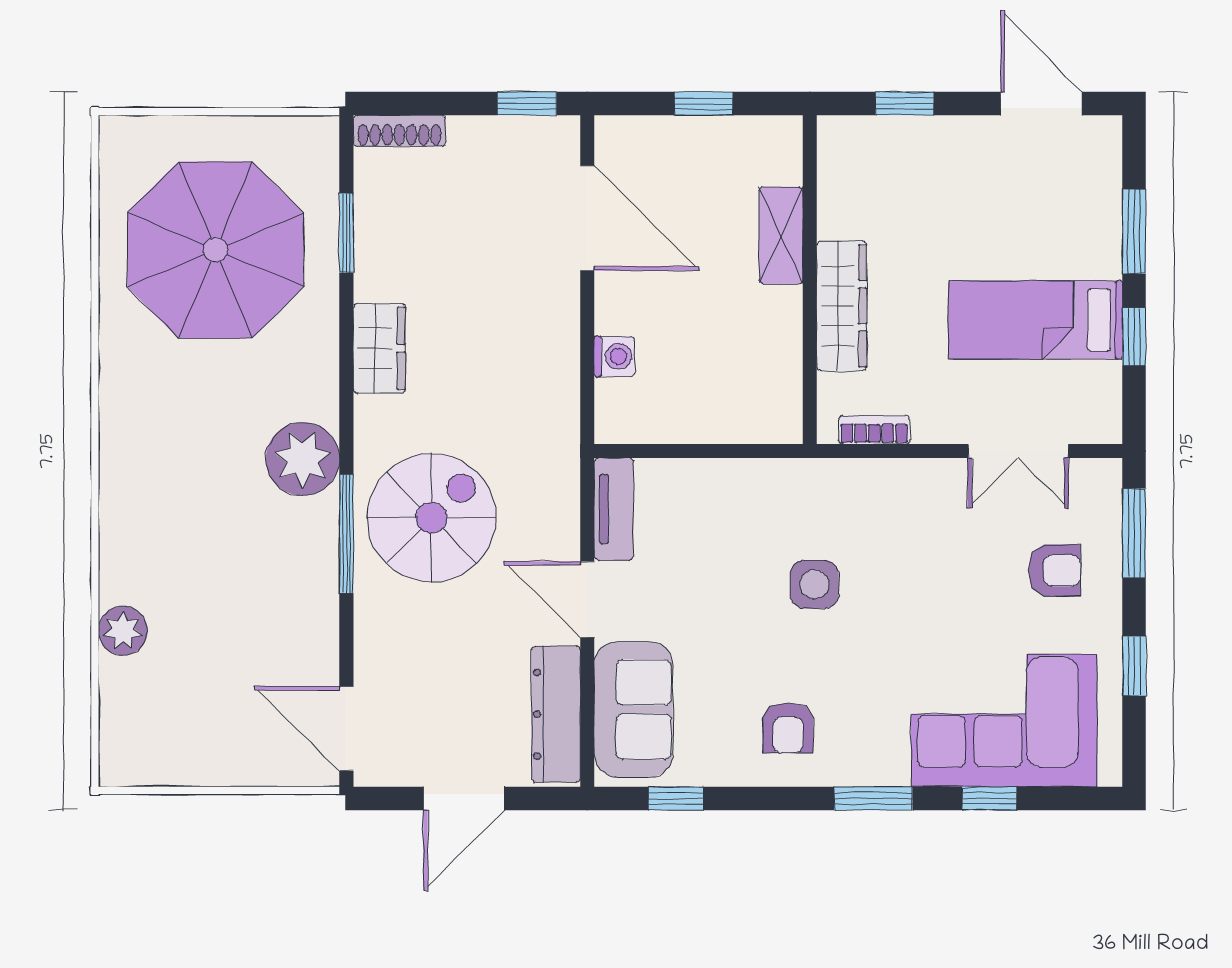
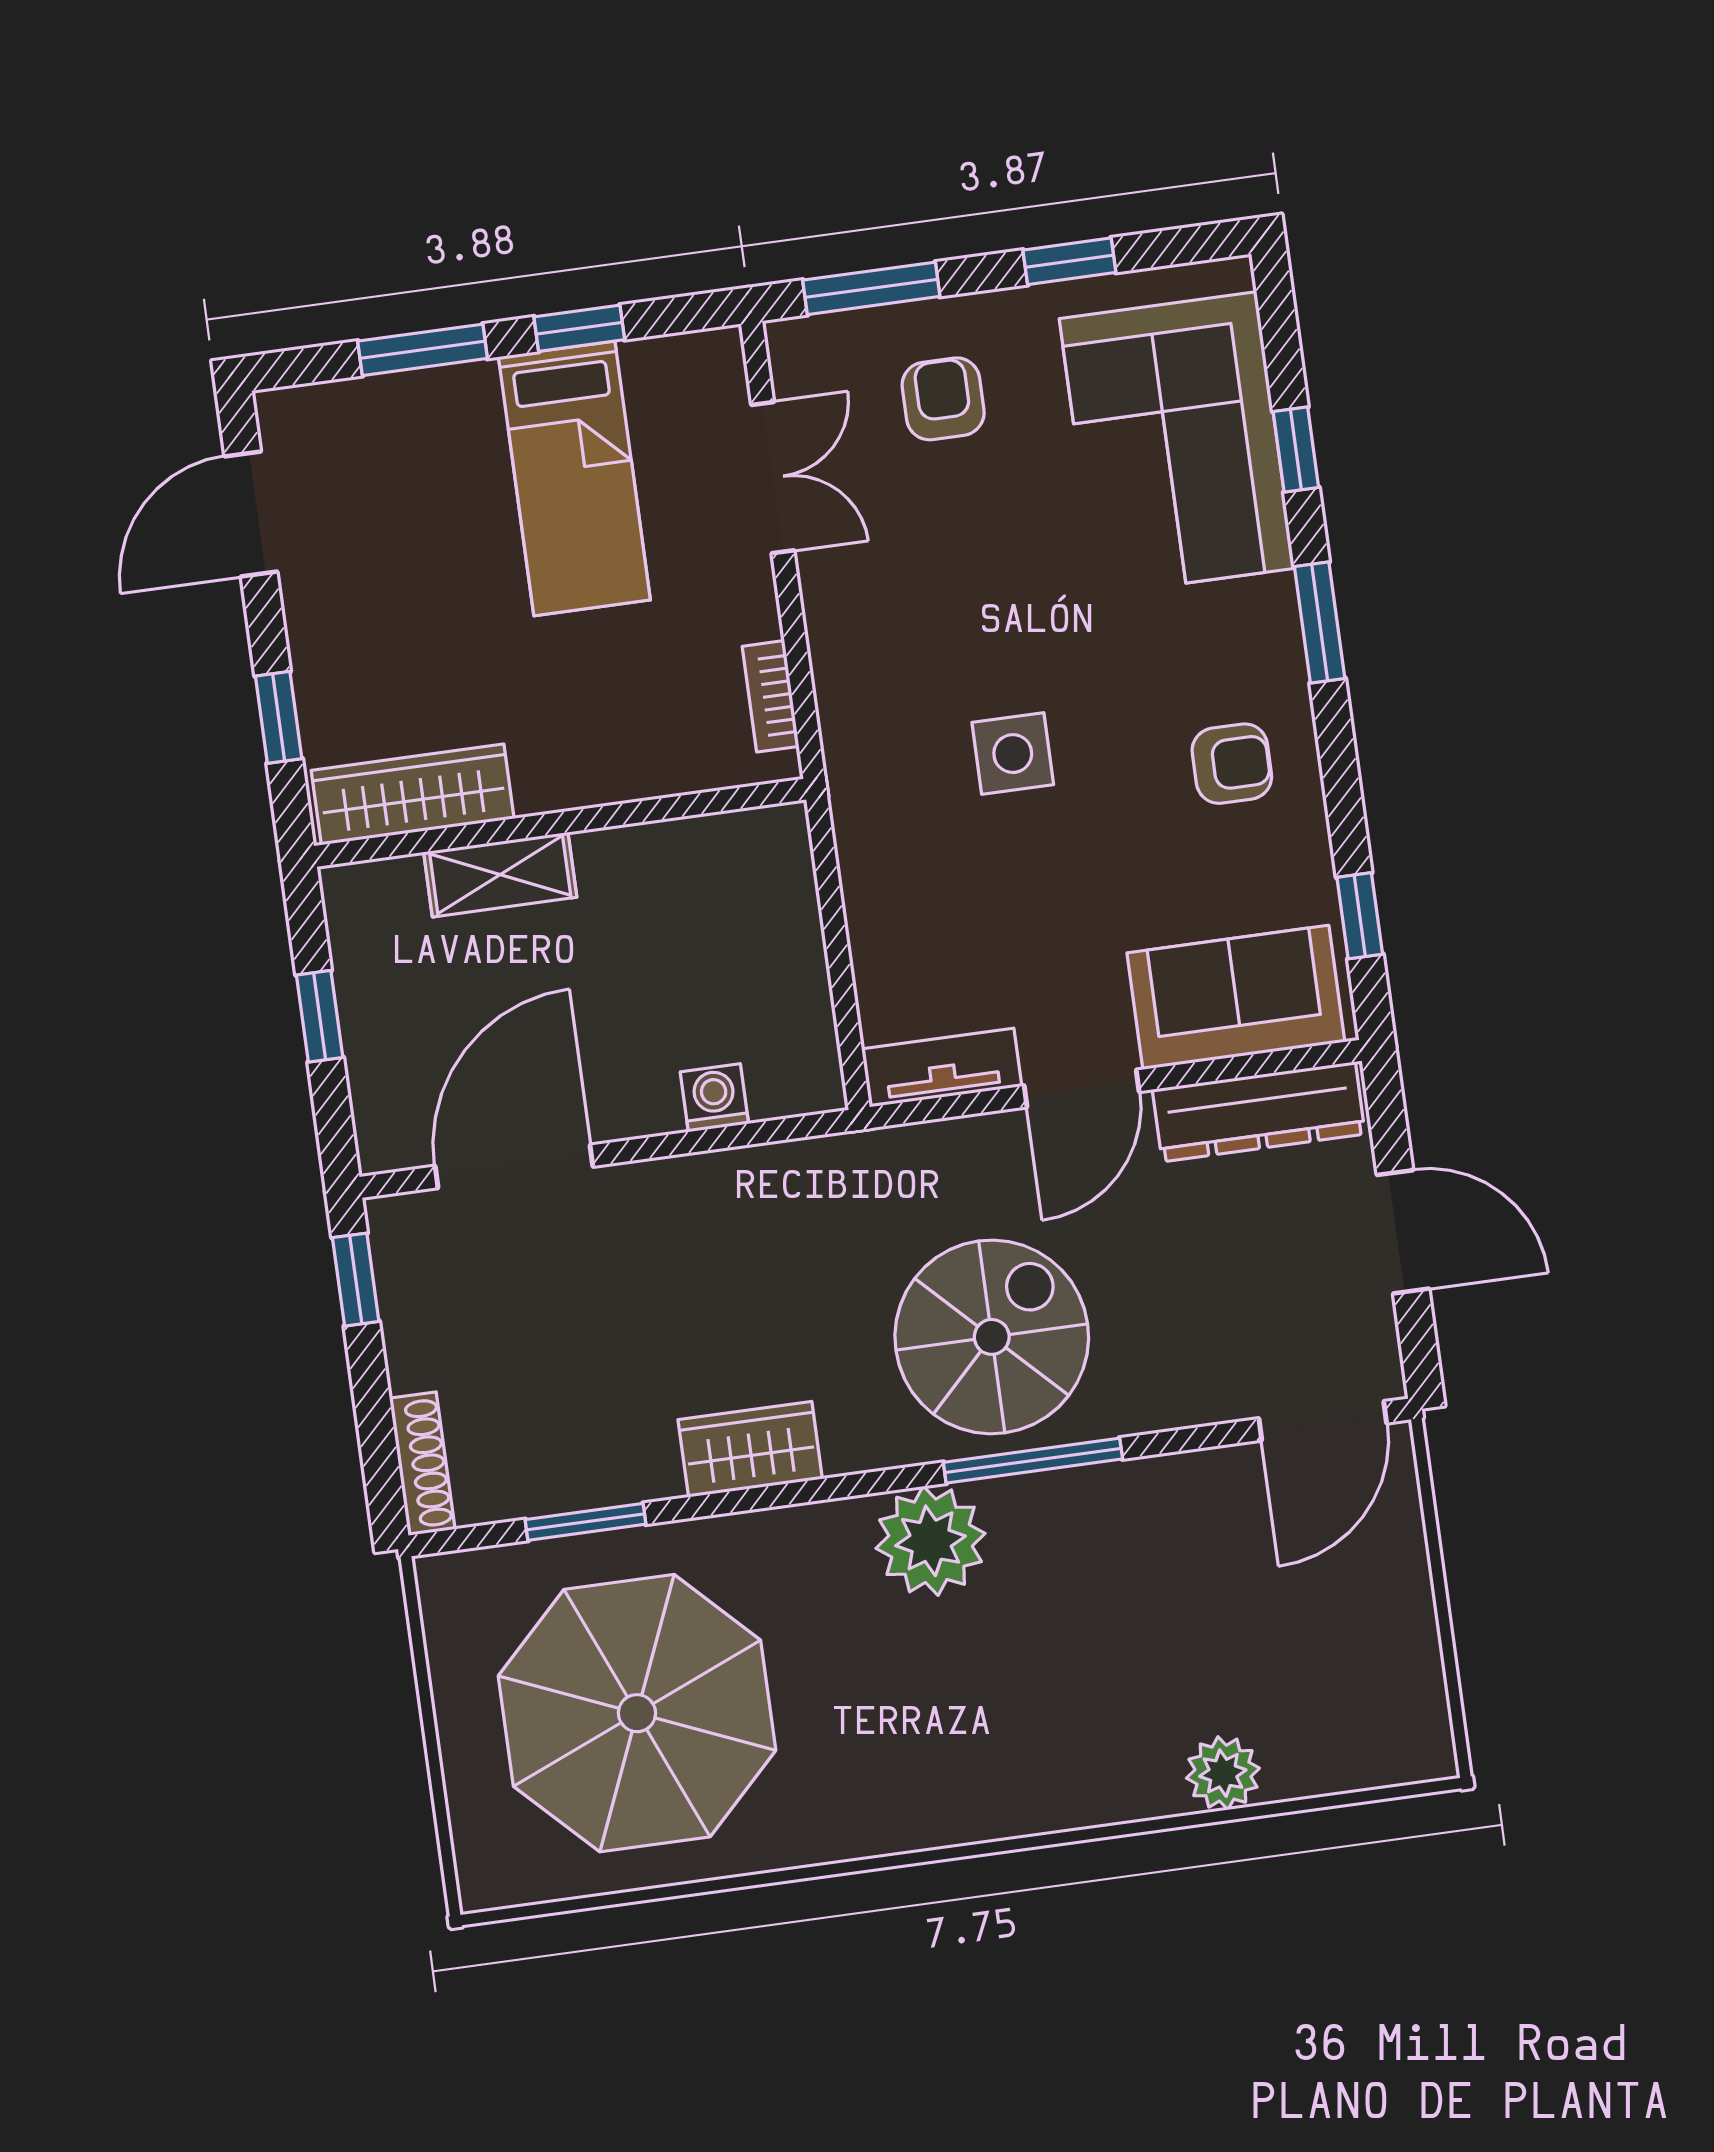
wardrobe: (842, 306) -> (413, 794), moved
spiral stairs: (432, 518) -> (992, 1337), turned 90

